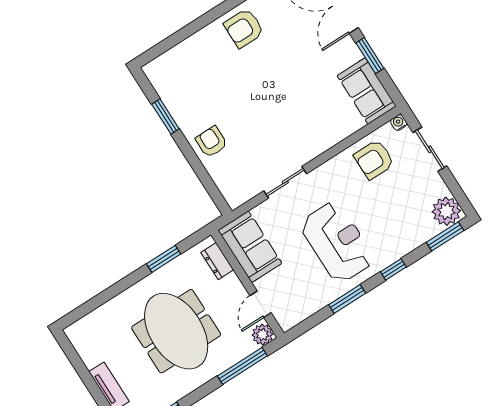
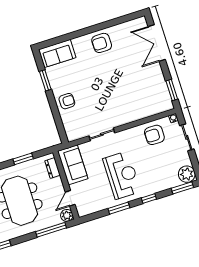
window: (370, 56) -> (172, 90), moved
sofa: (367, 91) -> (57, 54), moved, turned -90
armchair: (211, 142) -> (67, 101), turned 90

